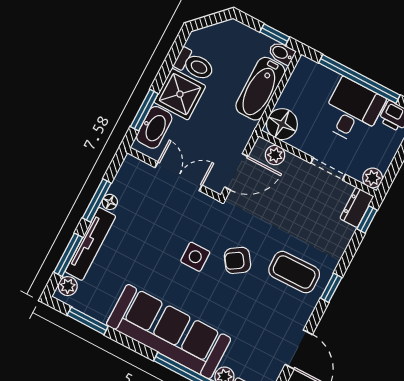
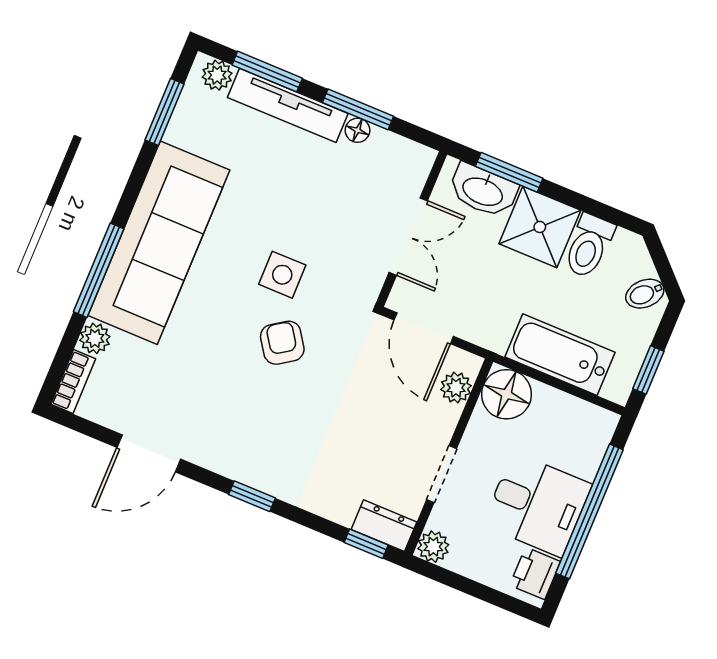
bidet: (282, 53) -> (645, 294), moved, turned -135
coffee table: (294, 272) -> (272, 435), removed

